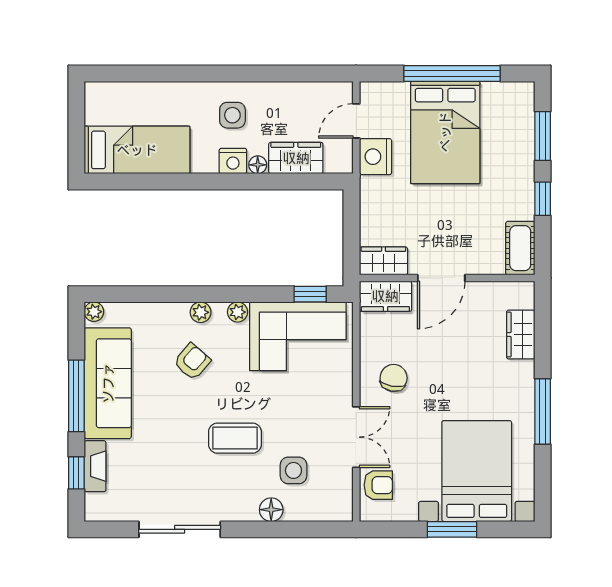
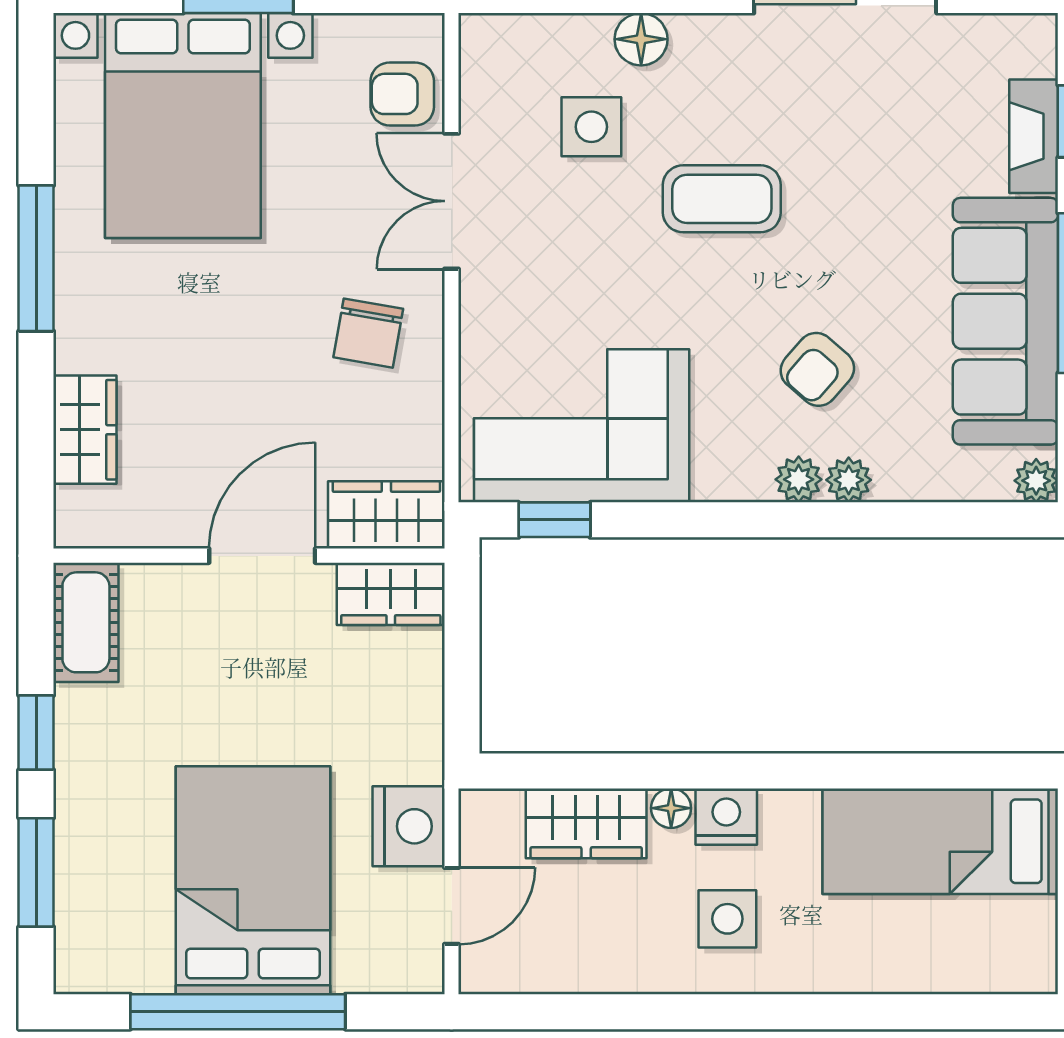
plant: (238, 312) -> (849, 480), moved

